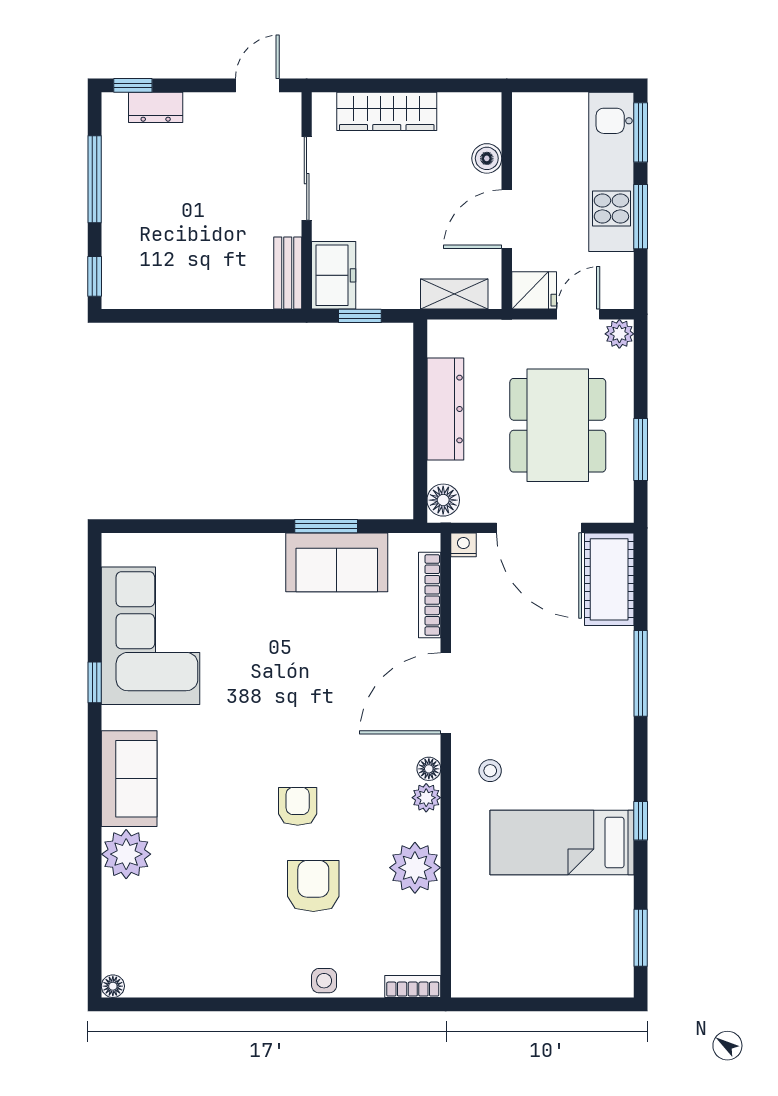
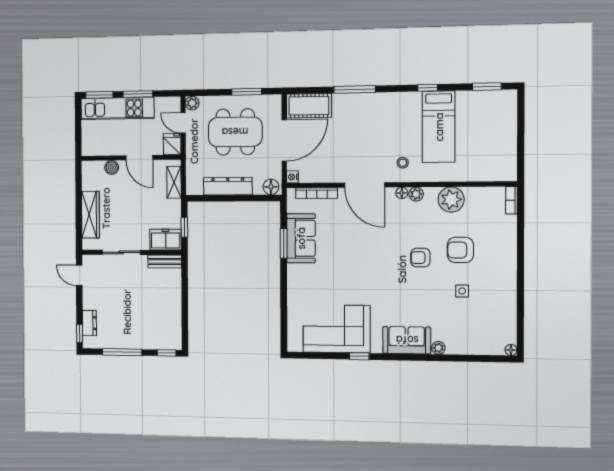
plant: (126, 854) -> (438, 348), width x0.53, depth x0.53
side table: (324, 981) -> (462, 291), moved

